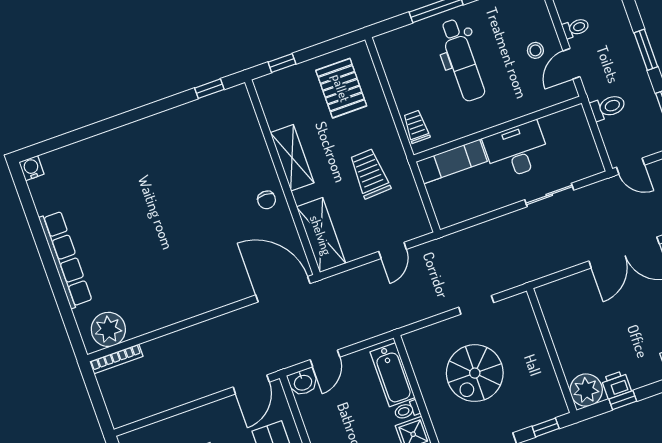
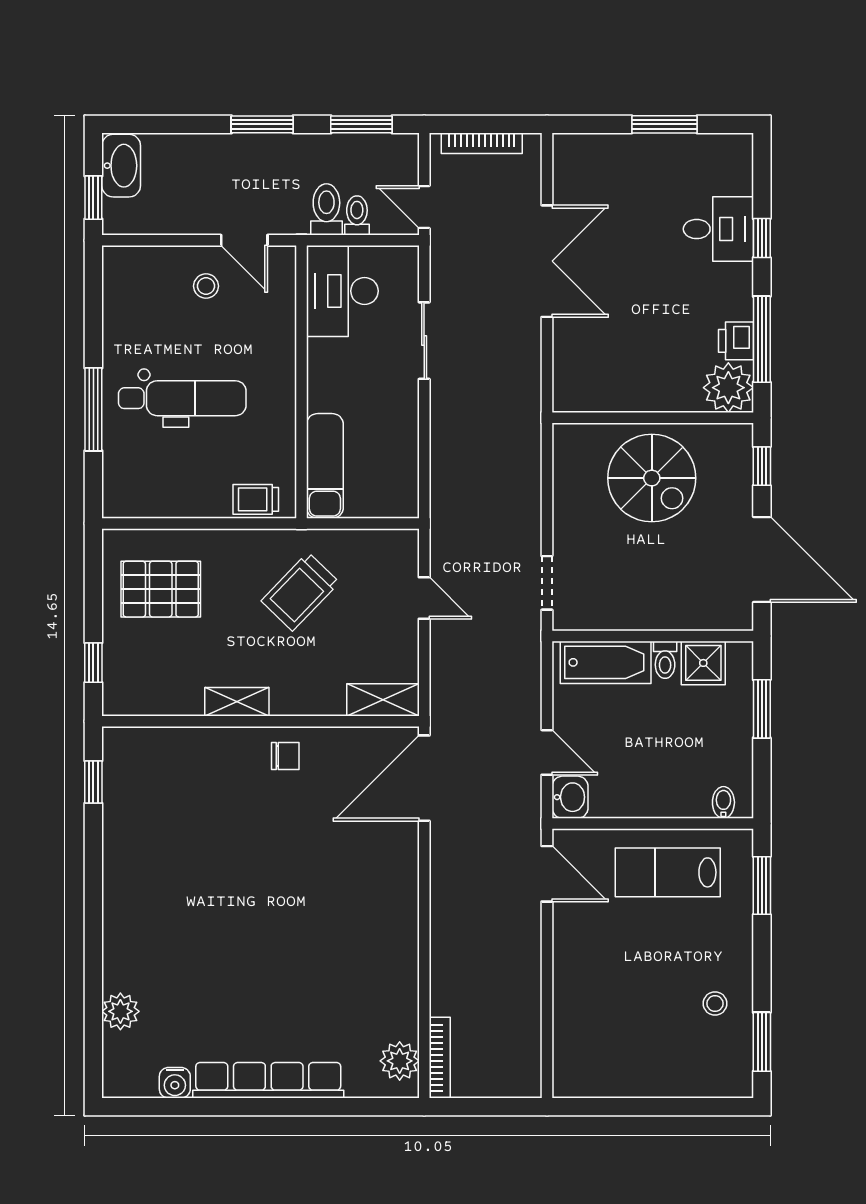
toilet: (576, 28) -> (357, 215), moved
desk: (517, 150) -> (342, 291), moved
plant: (76, 155) -> (120, 1011), added
shelving: (292, 158) -> (237, 702), width x0.67, depth x0.75
door: (631, 166) -> (424, 207), swing flipped
water cooler: (31, 168) -> (175, 1083), moved, turned -90
trolley: (370, 174) -> (300, 592), turned -43
shelving: (321, 235) -> (383, 700), width x0.67, depth x0.75
doorway: (476, 305) -> (547, 583), moved
plant: (108, 329) -> (400, 1061), width x0.73, depth x0.73
spiral stairs: (475, 373) -> (652, 478), moved
window: (623, 400) -> (762, 339), width x2.17

